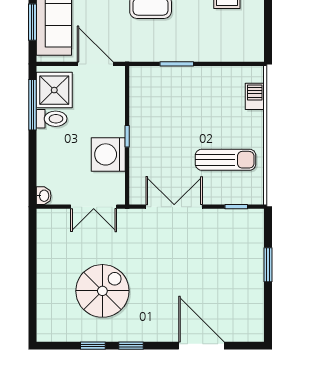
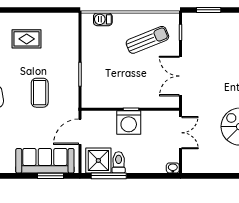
washing machine: (108, 154) -> (129, 122), moved
sun lounger: (226, 160) -> (147, 40), turned 68
window: (268, 265) -> (209, 10), moved

